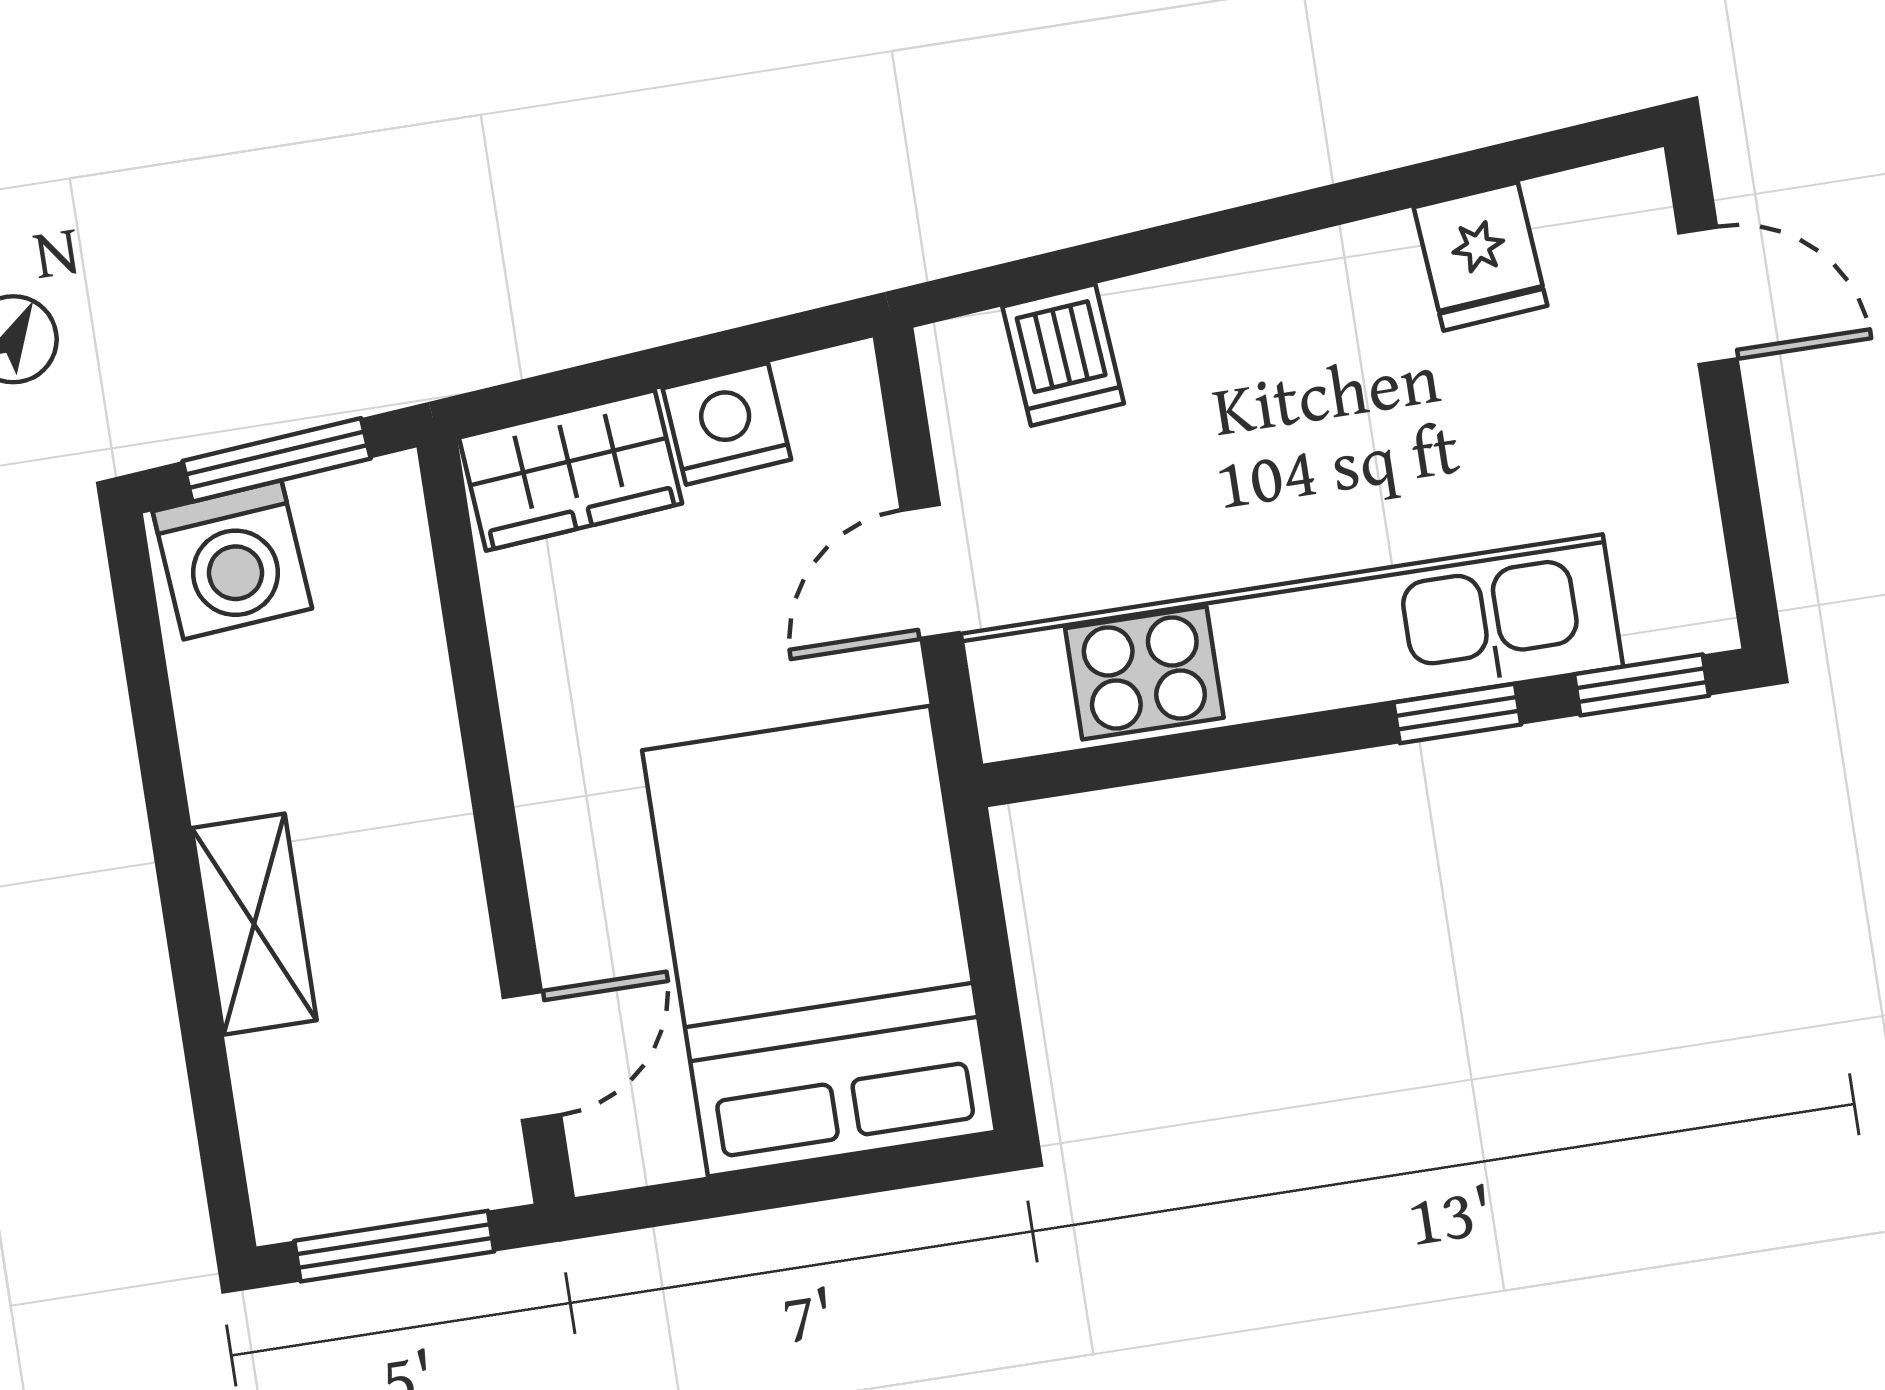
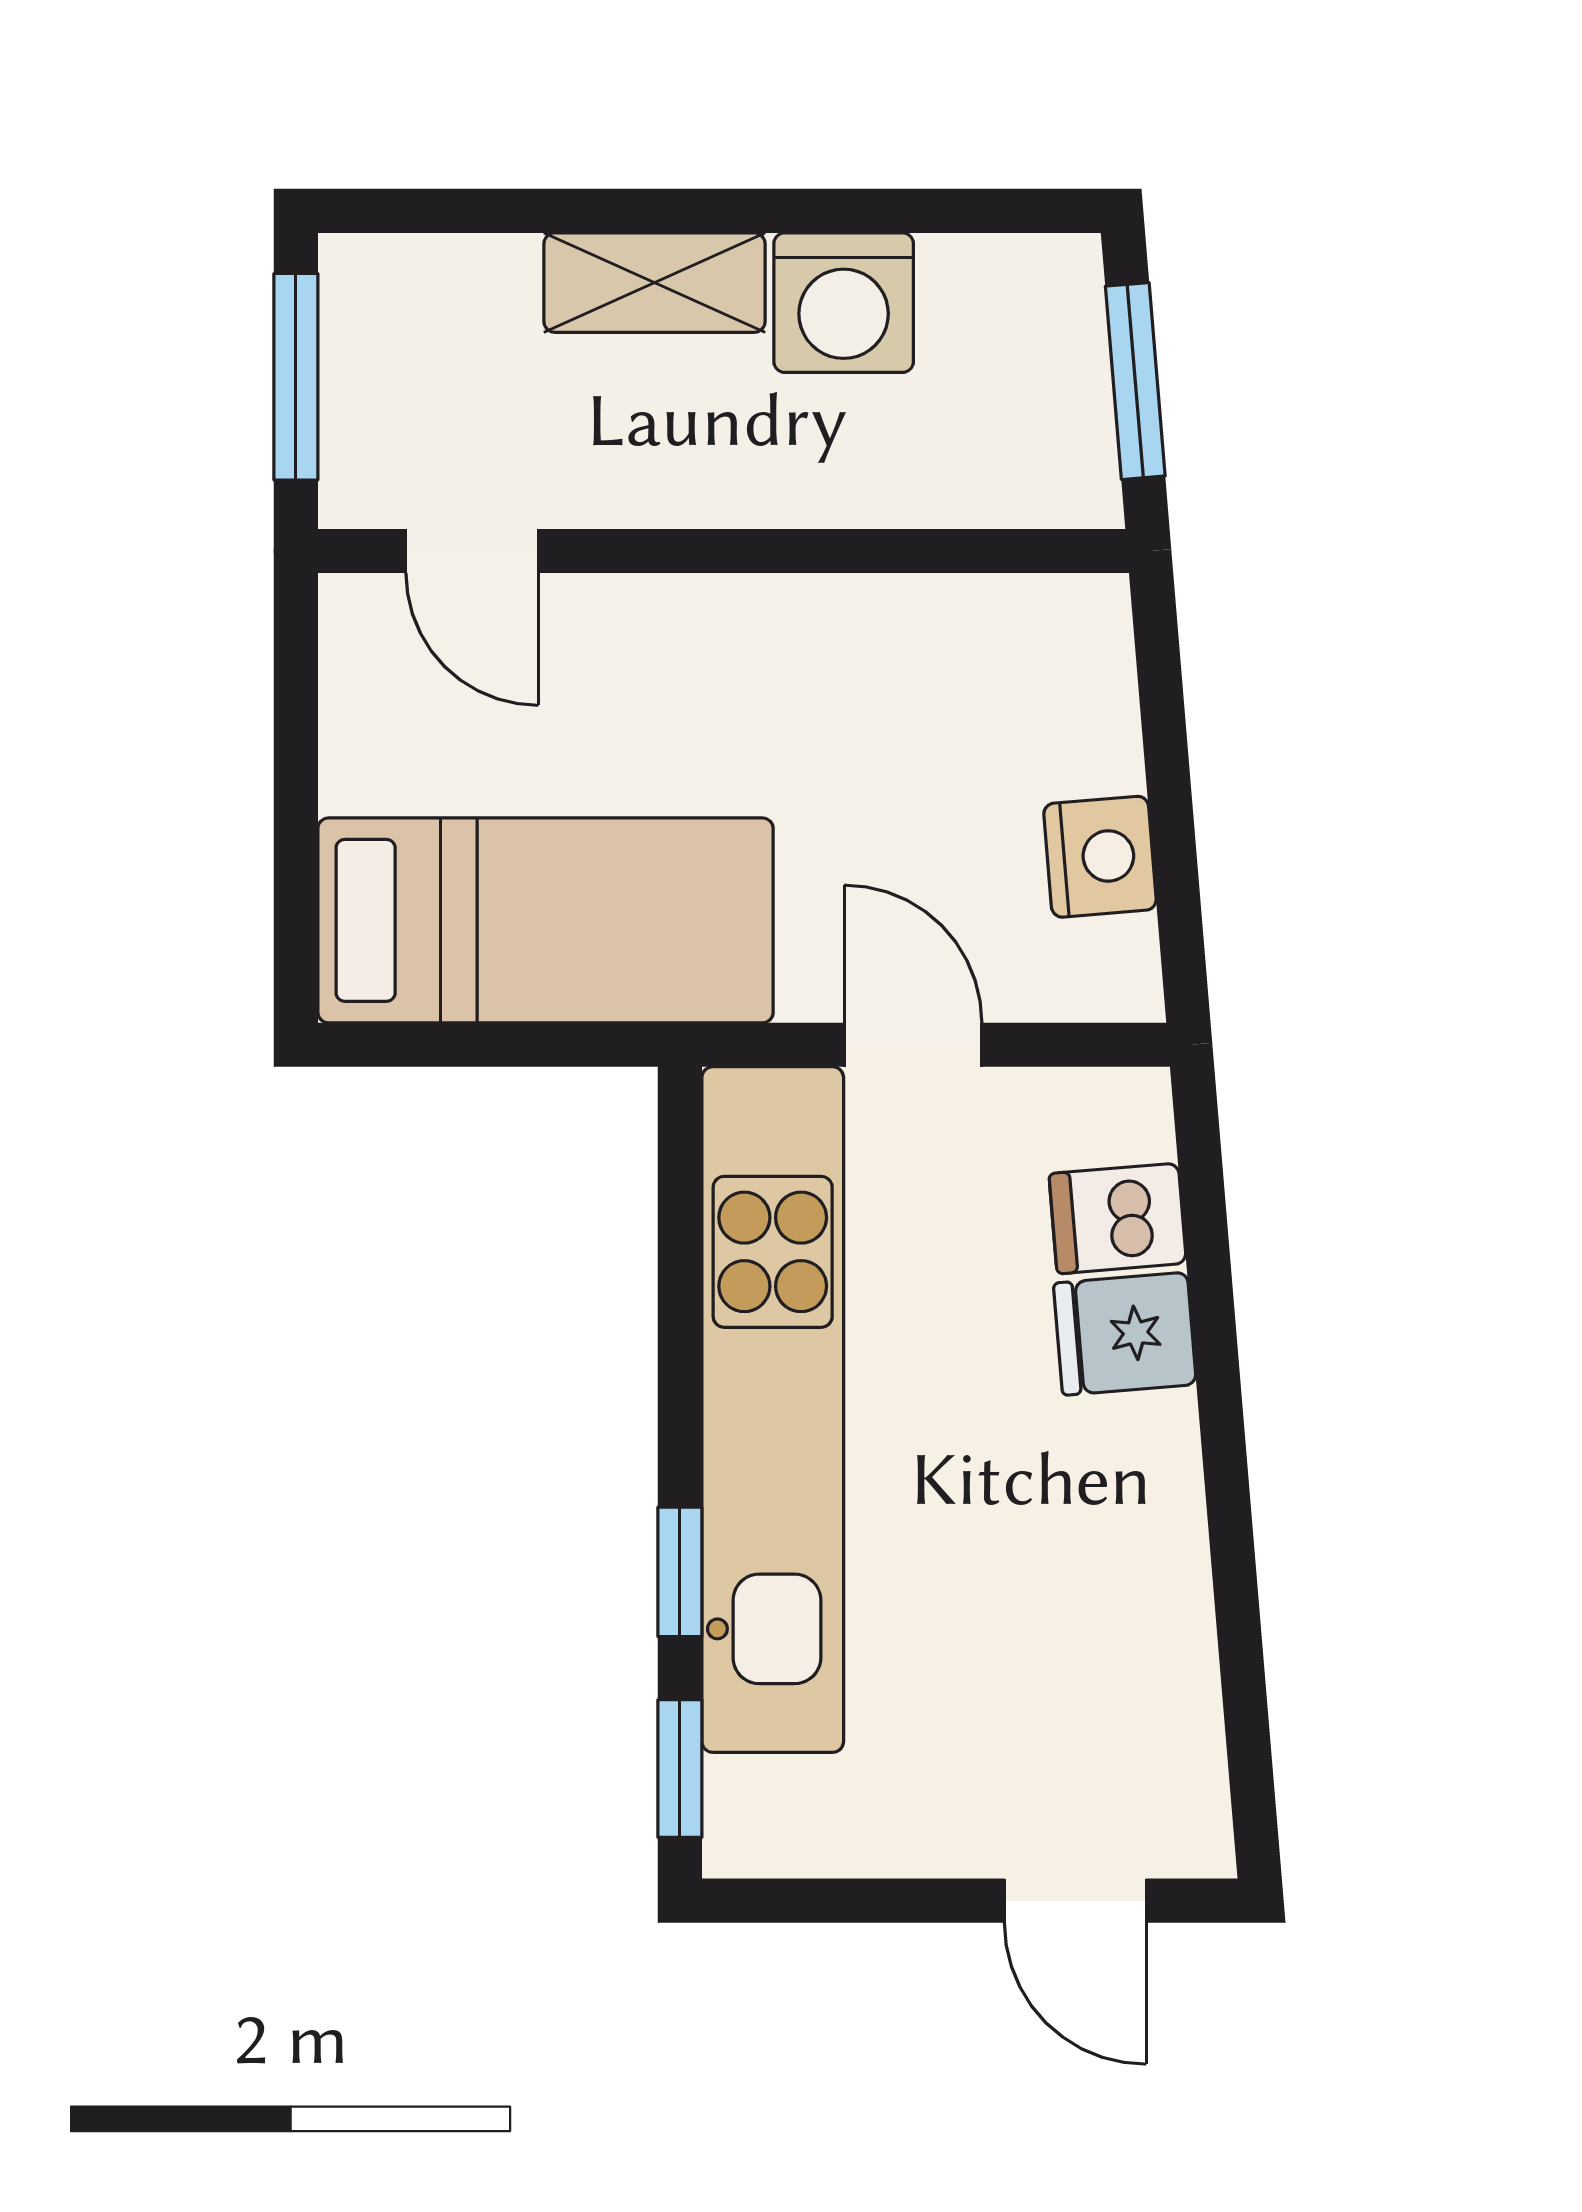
fridge: (1481, 257) -> (1125, 1334), moved
door: (1708, 296) -> (1075, 1901), hinge flipped
wardrobe: (570, 471) -> (1077, 686), removed
washing machine: (232, 560) -> (844, 303), moved, turned -85
bed: (819, 941) -> (546, 920), width x0.67

